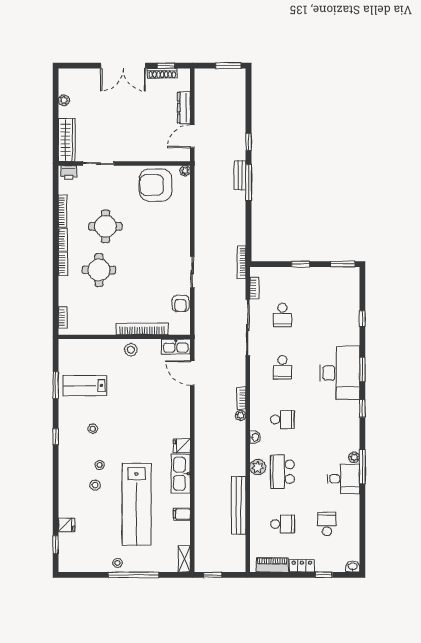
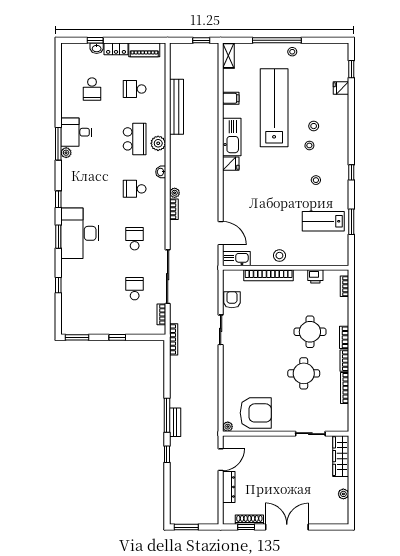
printer: (69, 173) -> (315, 276), moved, turned 180
lab bench: (85, 386) -> (323, 221), turned 180
washbasin: (353, 567) -> (97, 48), moved

